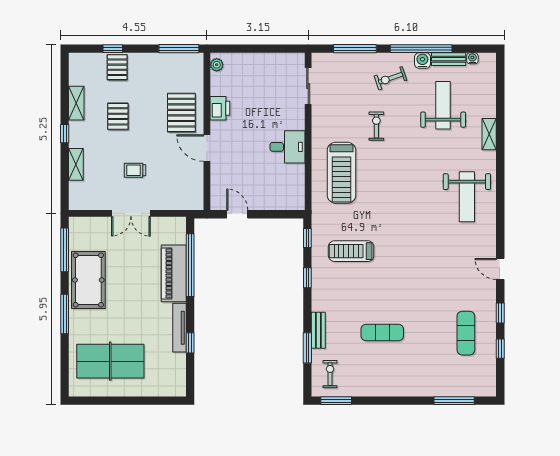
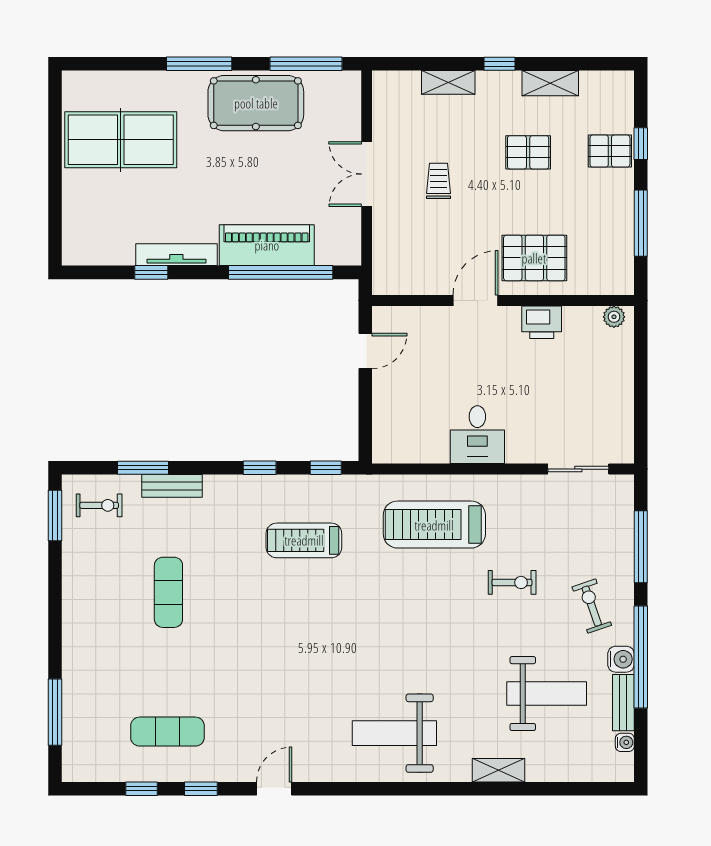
window: (179, 49) -> (641, 223), moved
treadmill: (351, 251) -> (304, 540), turned -90
table tennis table: (110, 361) -> (121, 140), turned 90

